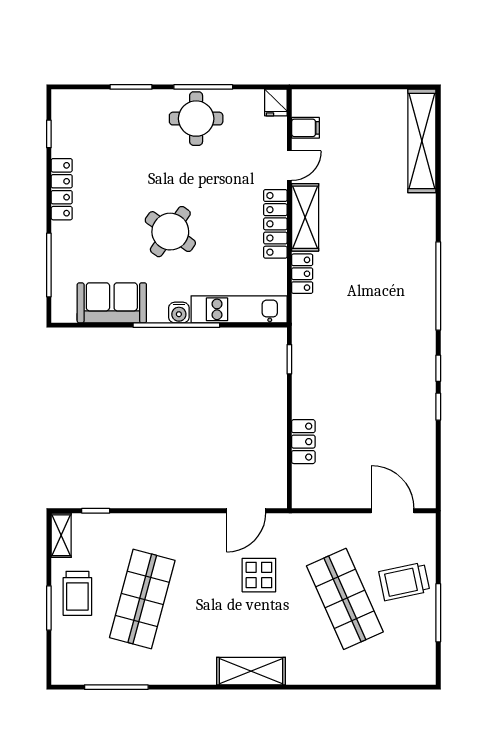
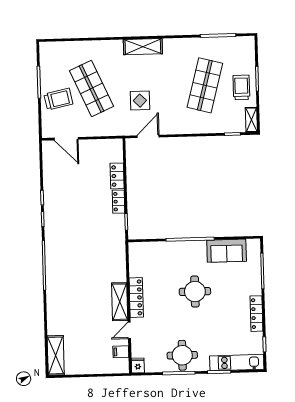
shelving: (422, 141) -> (56, 355), width x0.68
round table: (170, 232) -> (195, 292), turned -35
locker: (302, 274) -> (118, 202), moved
kitchen unit: (239, 309) -> (237, 363), moved, turned 180
water cooler: (179, 313) -> (189, 246), removed

